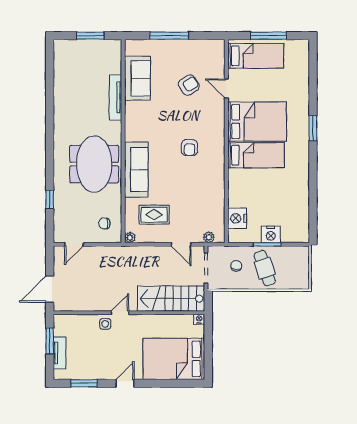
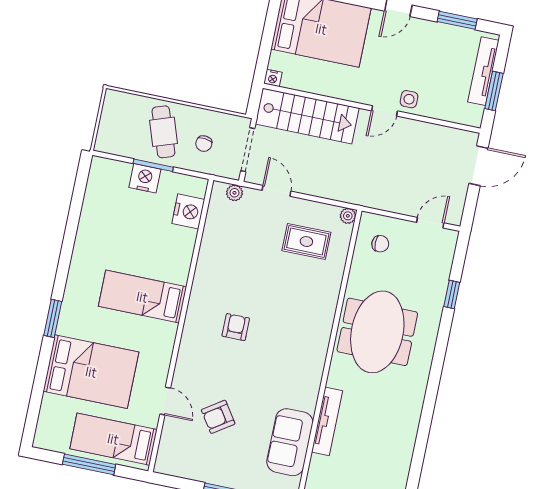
bed: (257, 122) -> (91, 372), moved, turned 180
sofa: (136, 170) -> (319, 311), removed
tv unit: (59, 353) -> (483, 71), width x1.41

